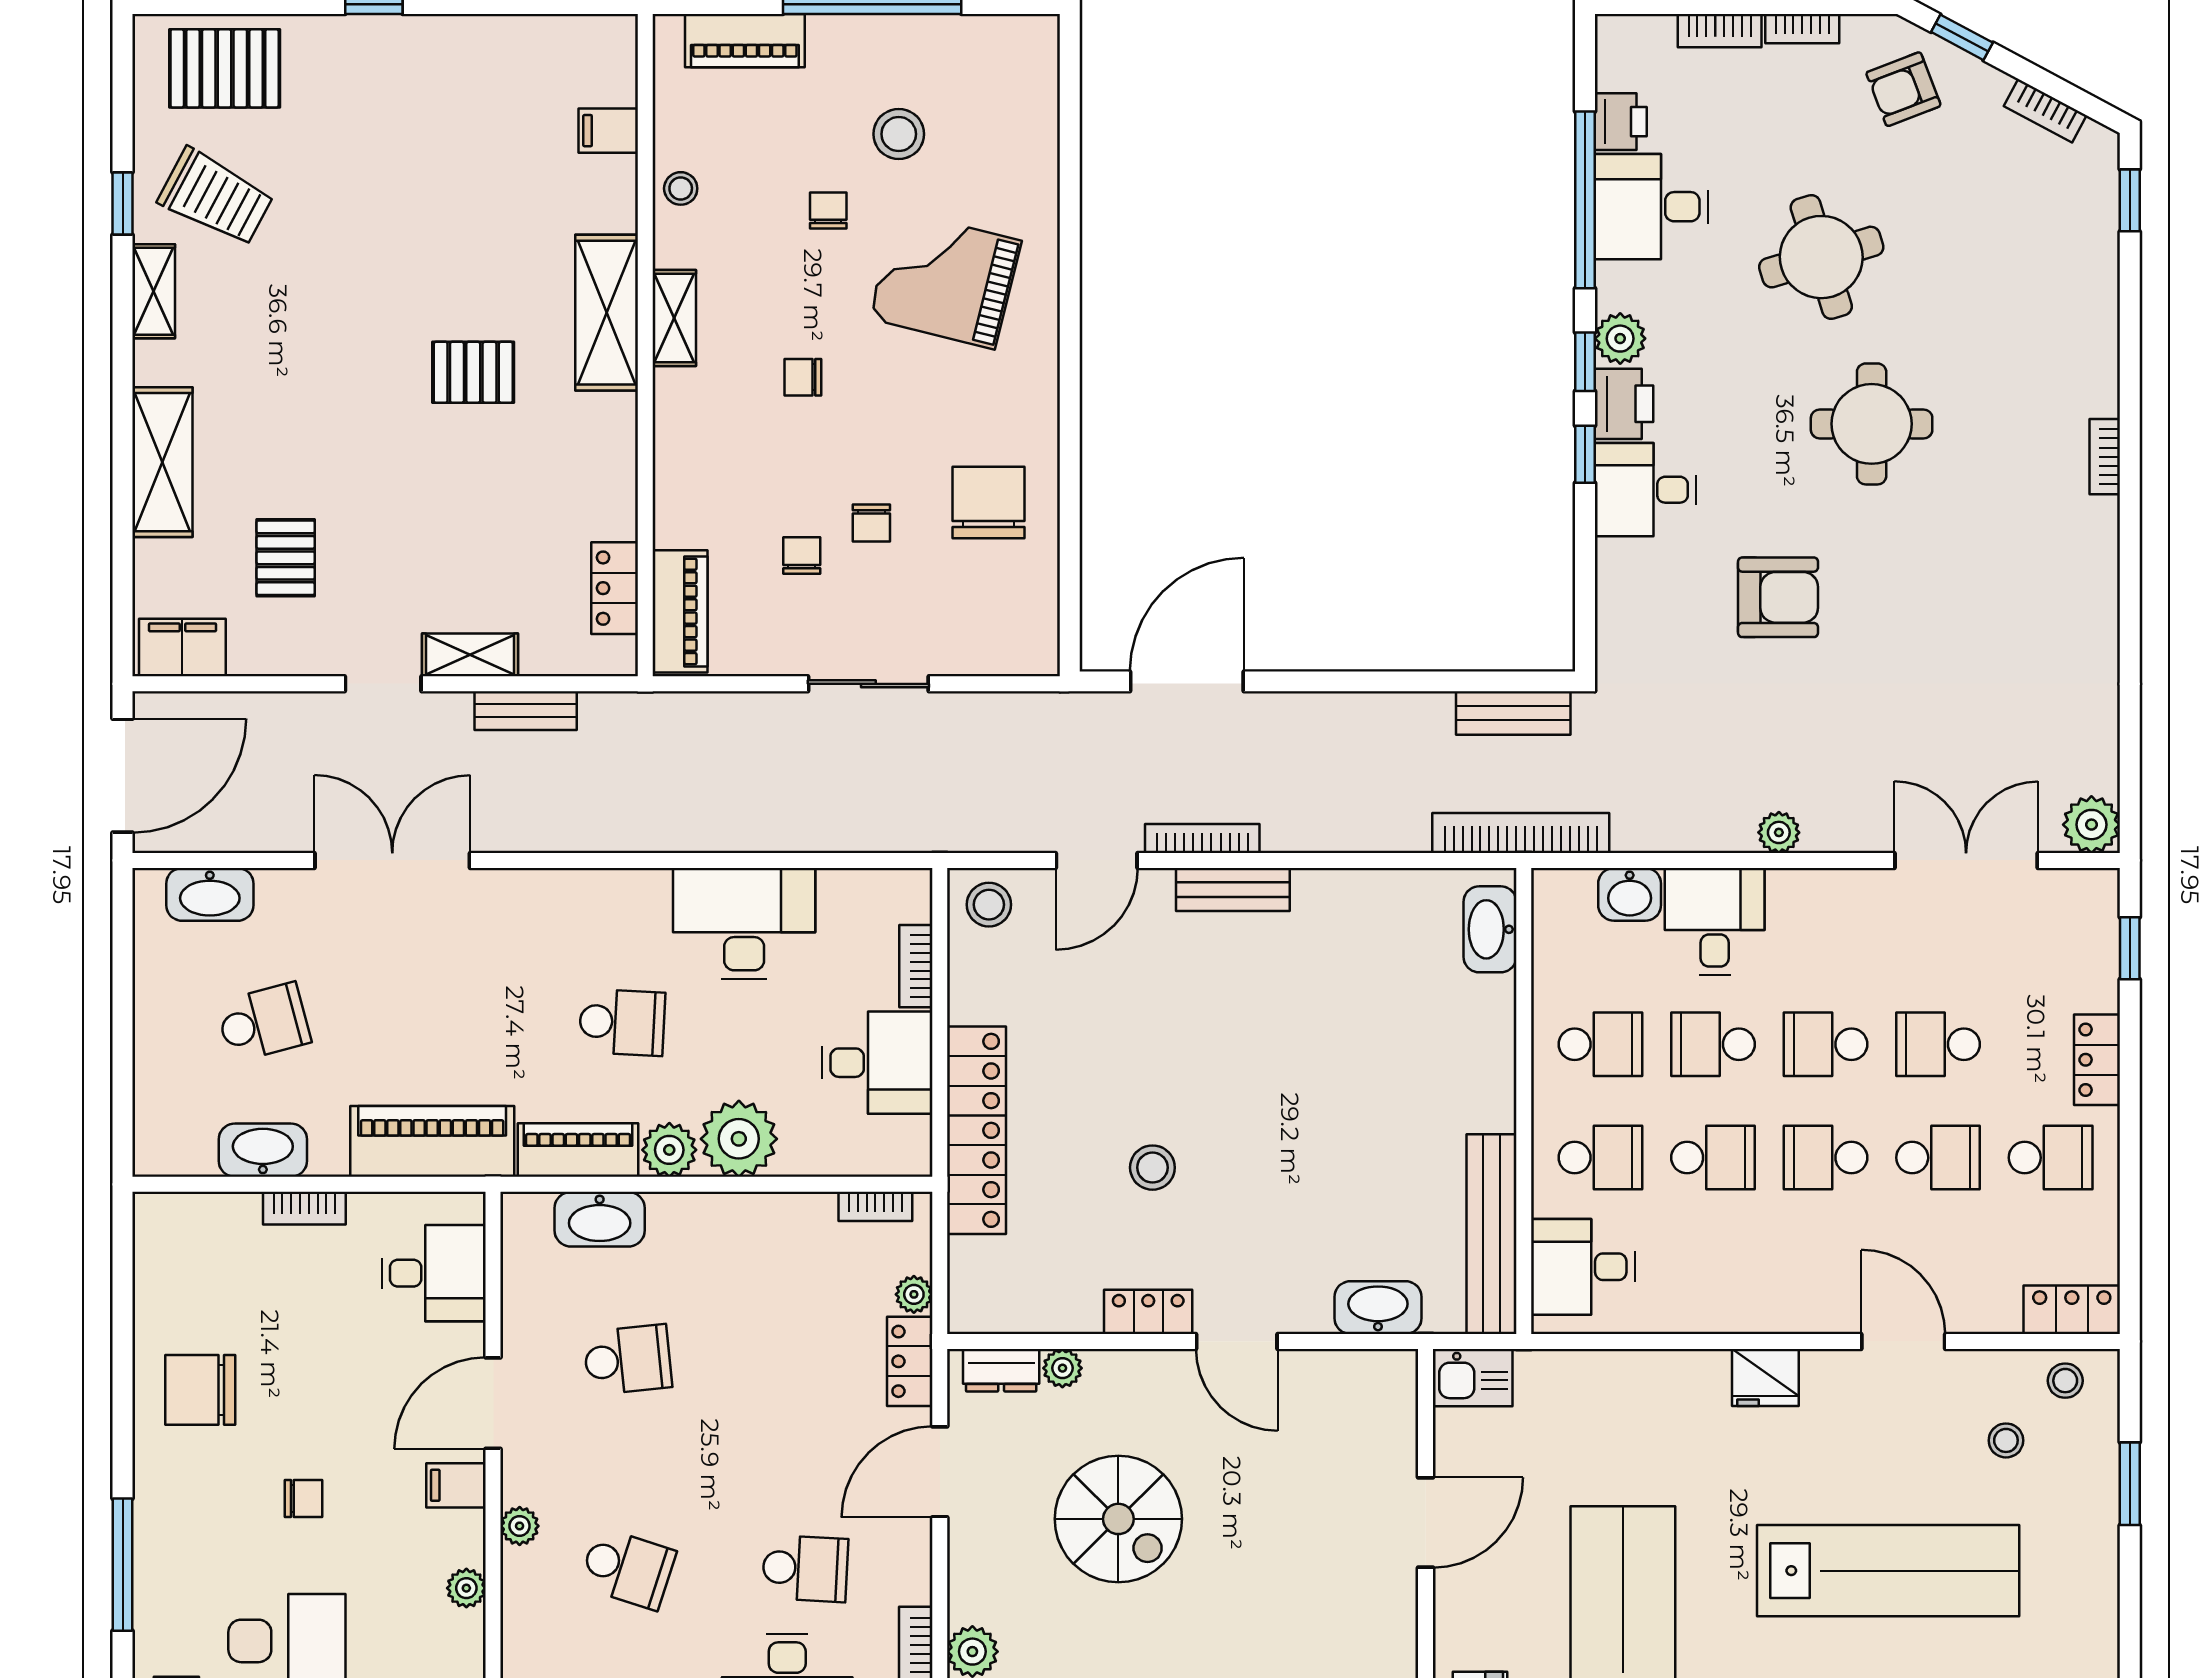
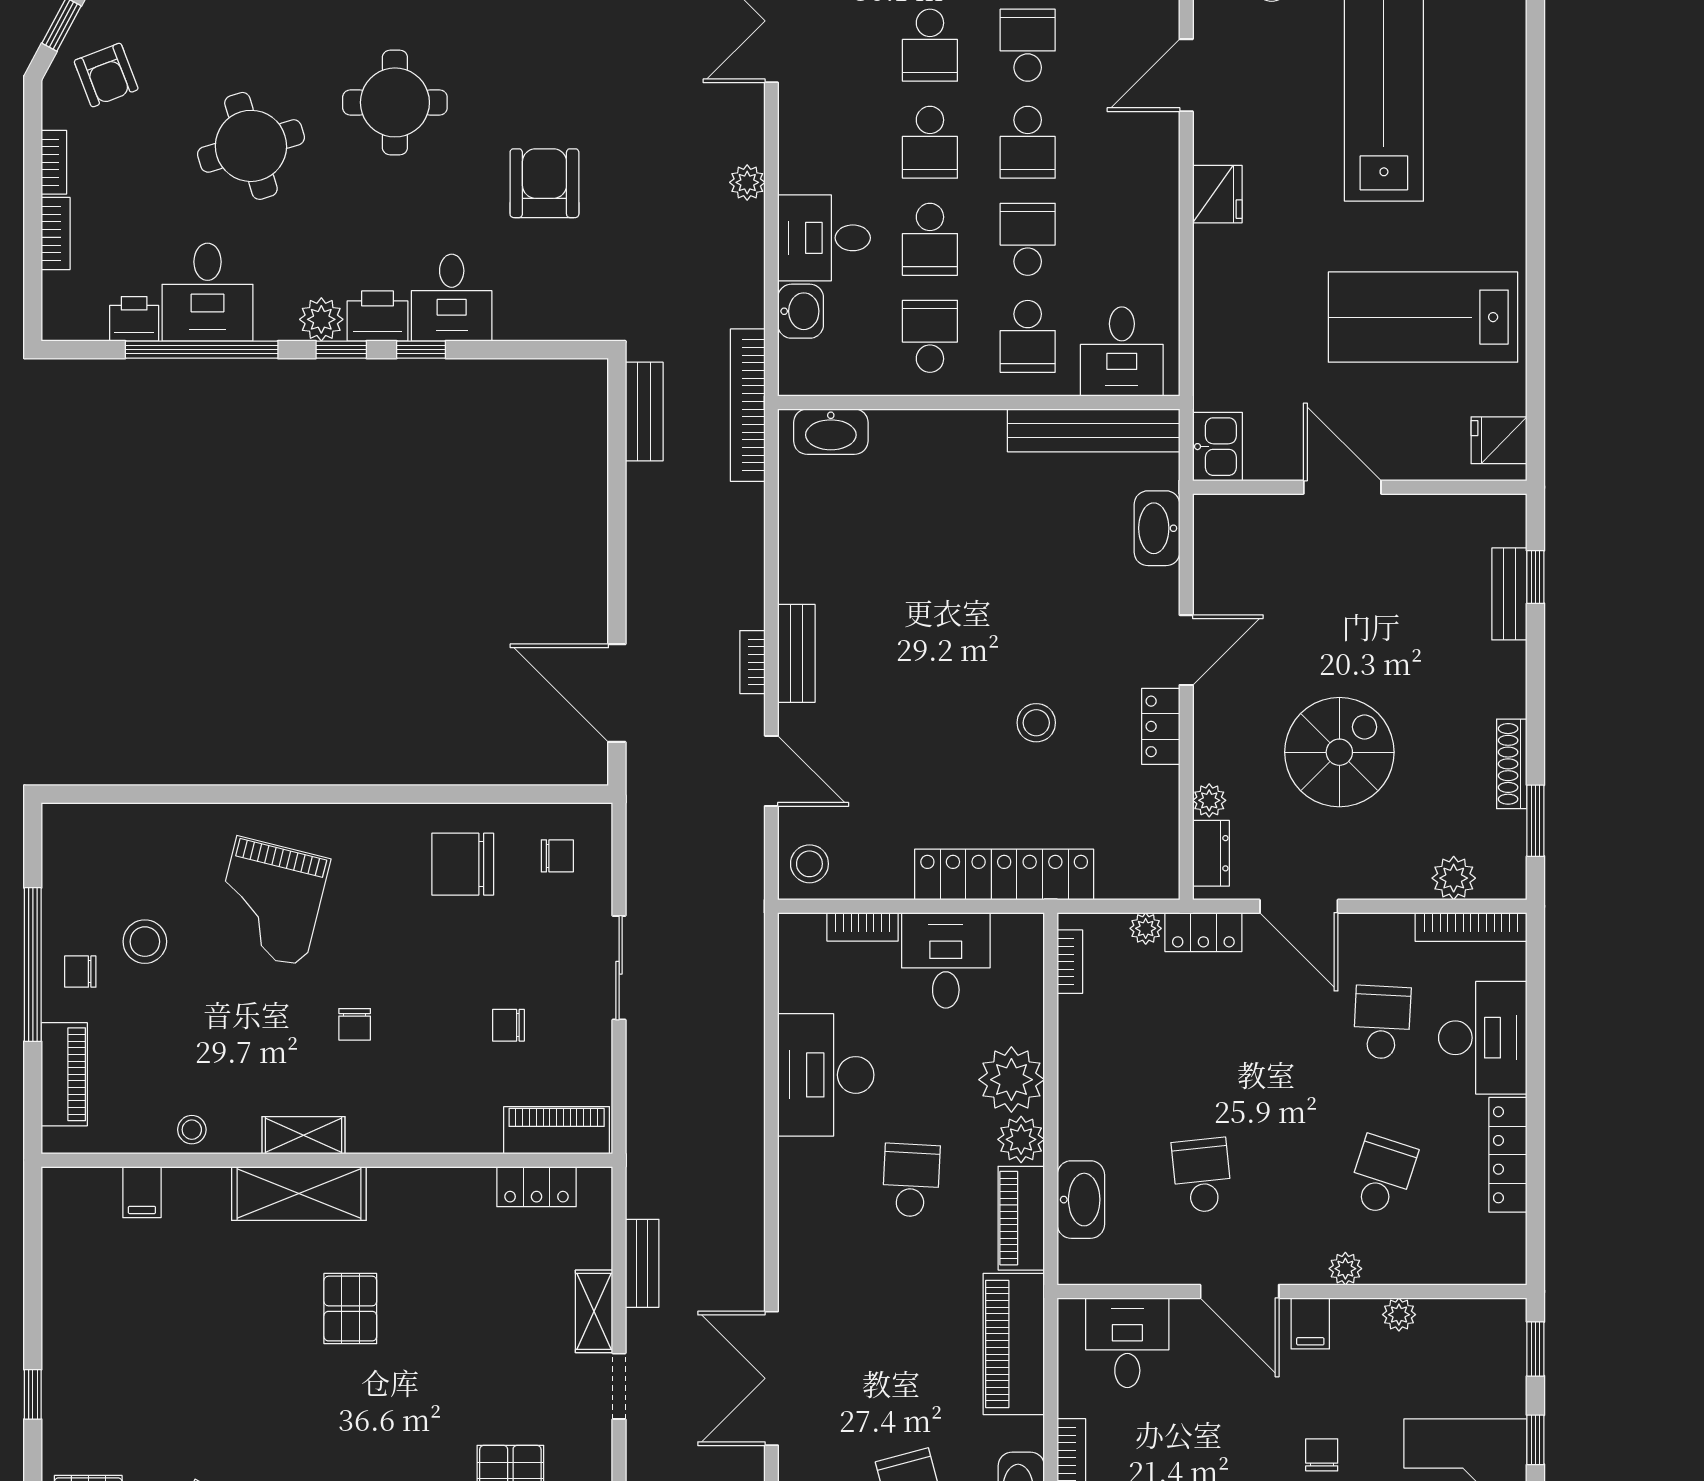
chair: (828, 211) -> (80, 972), moved
chair: (871, 523) -> (557, 856), moved
bookcase: (1202, 838) -> (752, 662), width x0.64
school desk: (1600, 1158) -> (1028, 336), turned 180

